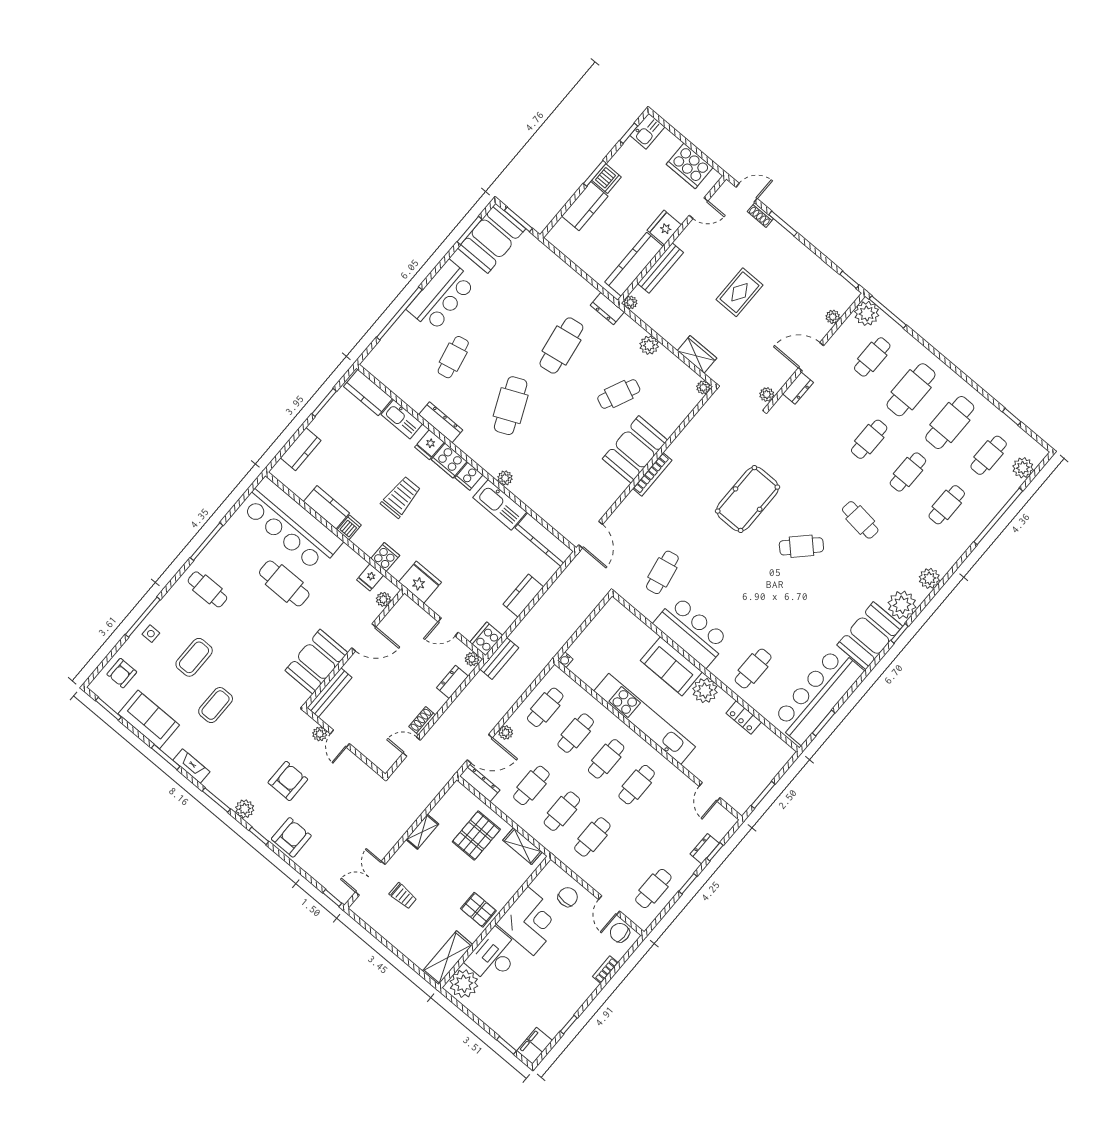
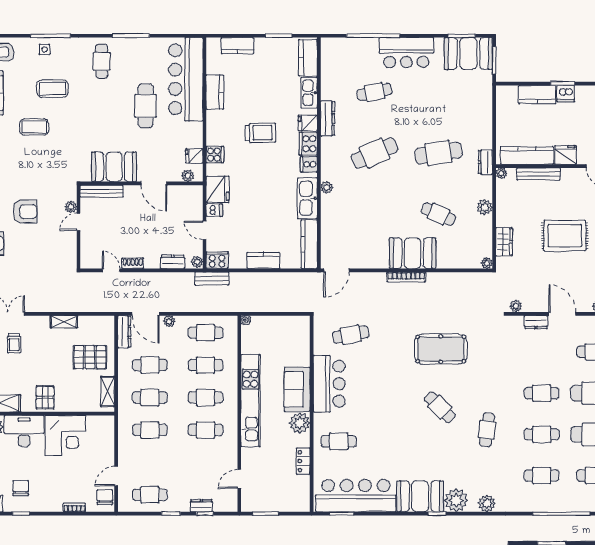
rug: (740, 292) -> (565, 236), width x1.36, depth x1.43
dishwasher: (349, 528) -> (214, 210), moved
chair: (568, 897) -> (21, 488), moved, turned -90

